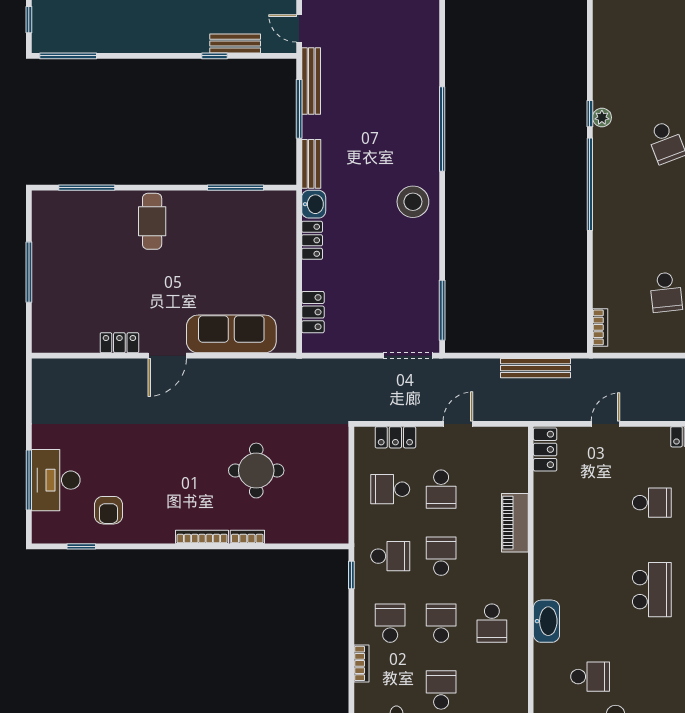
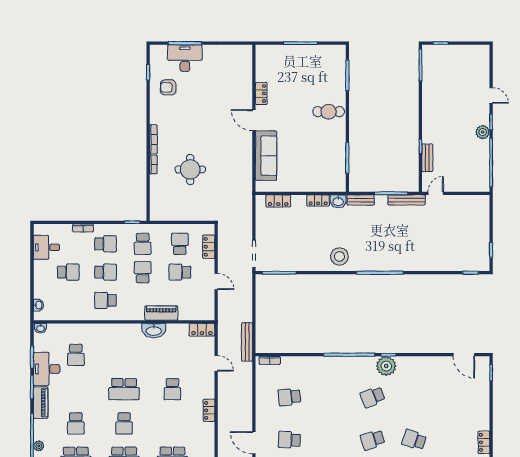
plant: (602, 117) -> (386, 366), width x1.88, depth x1.88
bench: (535, 368) -> (247, 342), moved
school desk: (441, 556) -> (143, 272), turned -90
washbasin: (546, 621) -> (154, 331), moved

